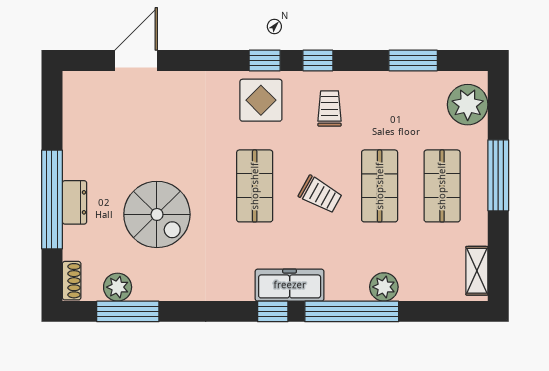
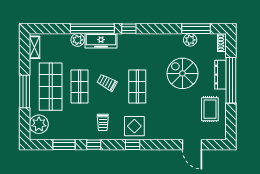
door: (136, 61) -> (192, 145), hinge flipped
window: (318, 61) -> (94, 145), moved
rug: (98, 137) -> (210, 109), added
shop shelf: (442, 186) -> (51, 87), width x1.43, depth x1.36
dresser: (74, 202) -> (221, 75), width x1.44
freezer: (290, 285) -> (101, 41), moved
plant: (118, 287) -> (190, 40), moved

